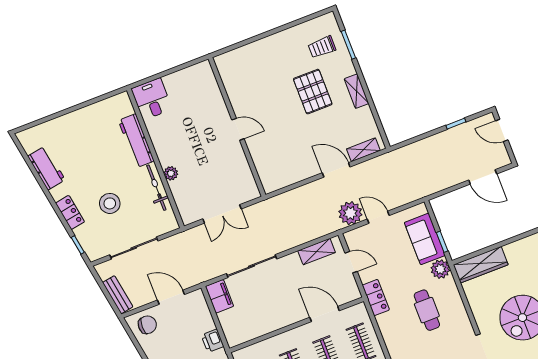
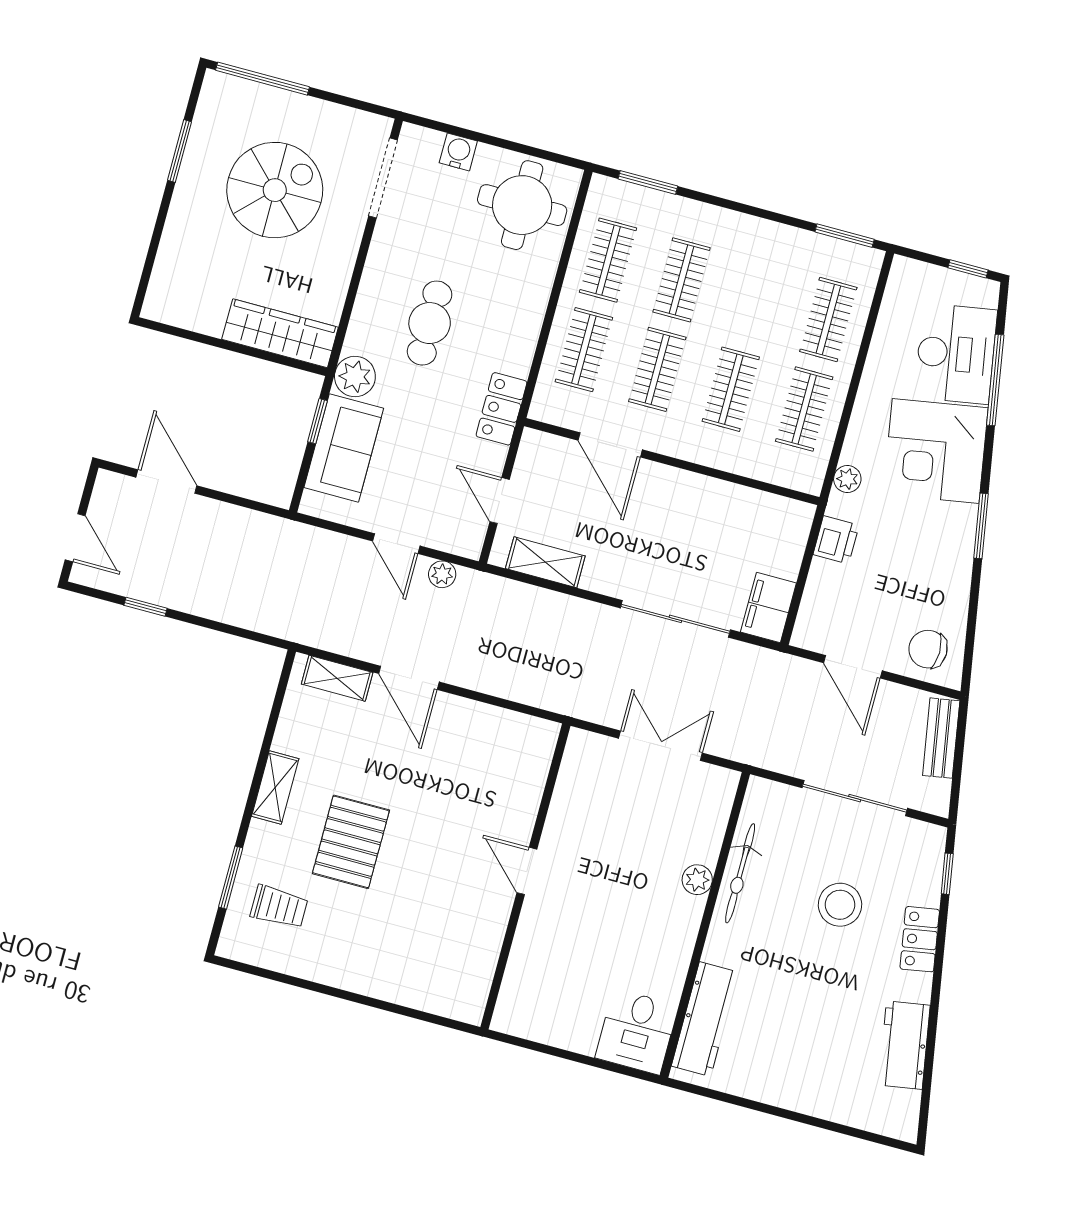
workbench: (136, 141) -> (705, 1019), moved
plant: (350, 213) -> (442, 574), width x0.53, depth x0.53

